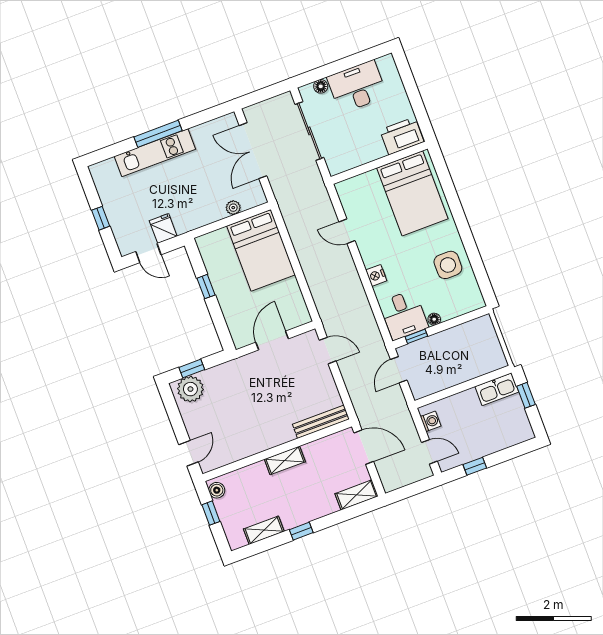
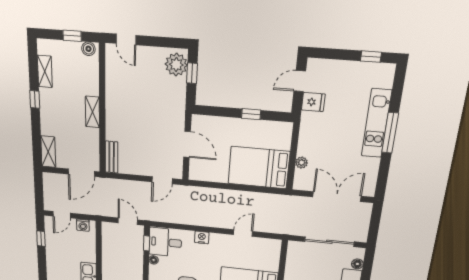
window: (101, 218) -> (371, 57), moved
bench: (321, 422) -> (112, 157), width x0.73

